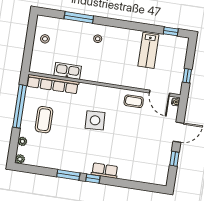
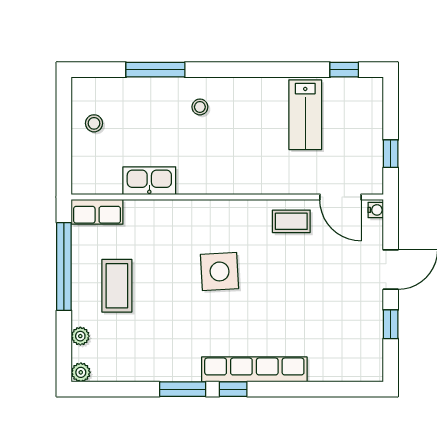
row of seats: (53, 84) -> (97, 212), width x0.50
row of seats: (105, 171) -> (254, 369), width x2.02

